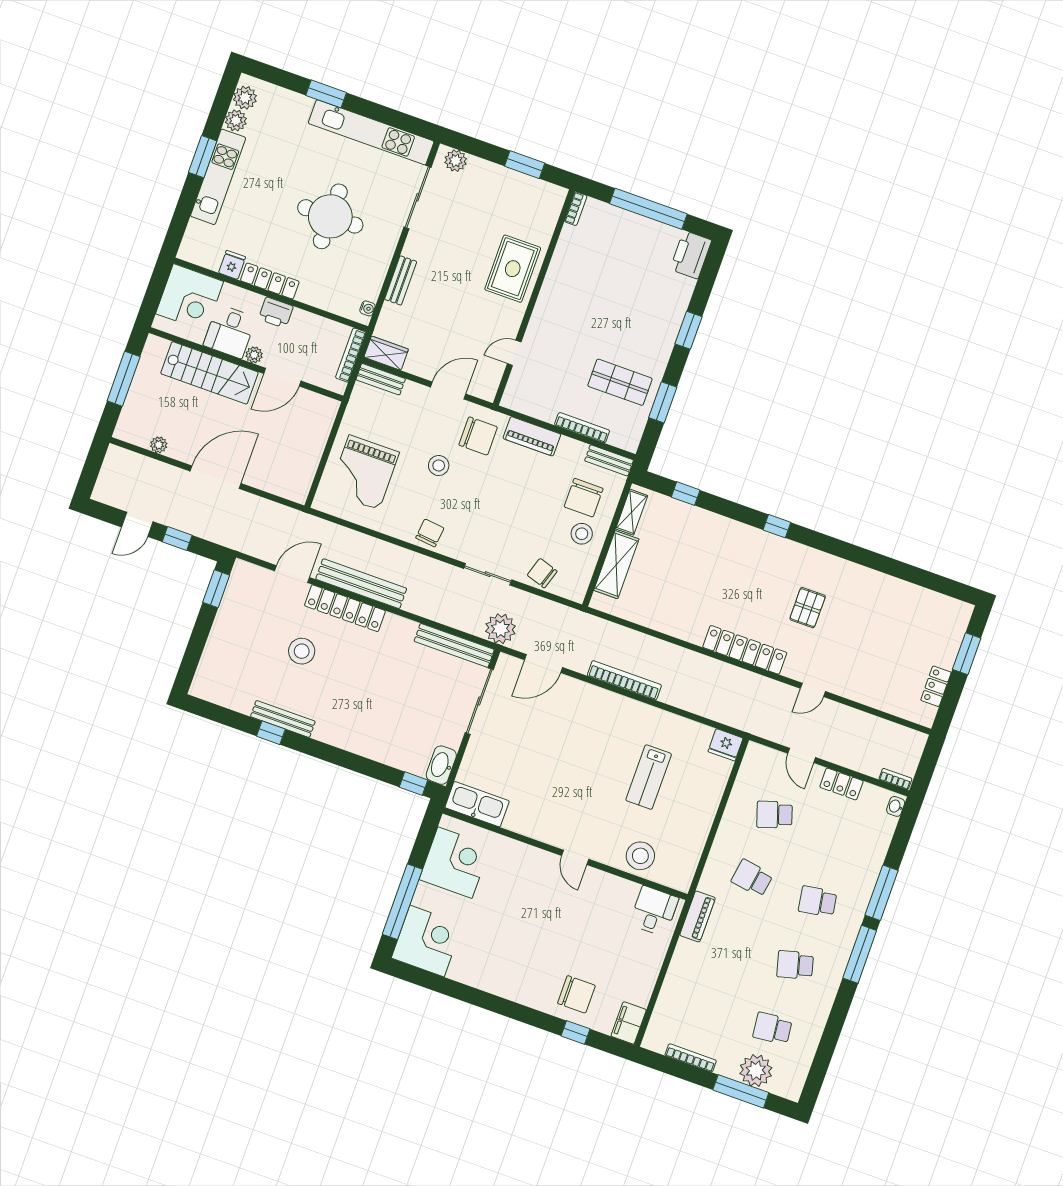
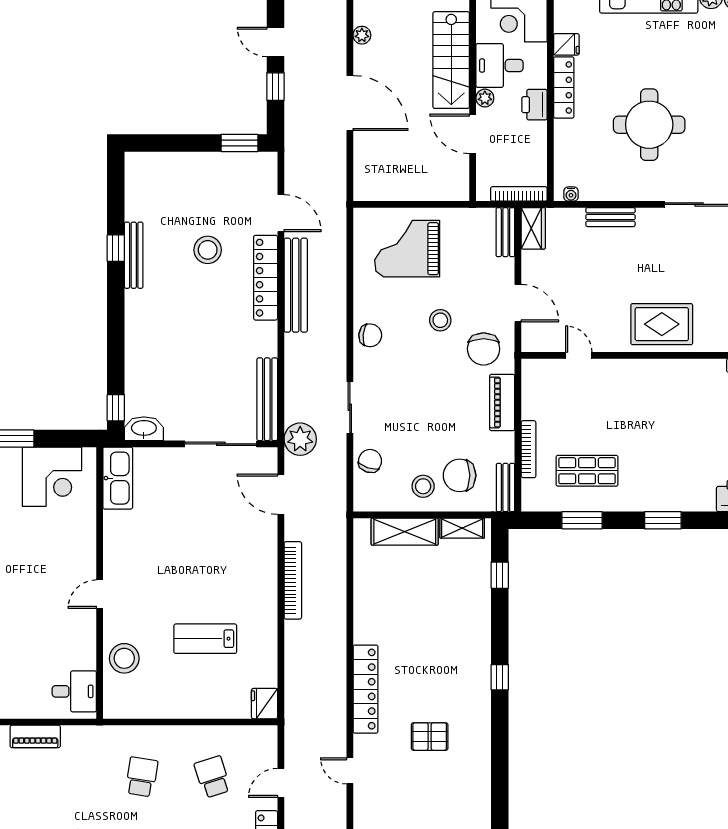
shop shelf: (620, 382) -> (587, 471), turned 90
piano: (698, 917) -> (35, 736), moved

